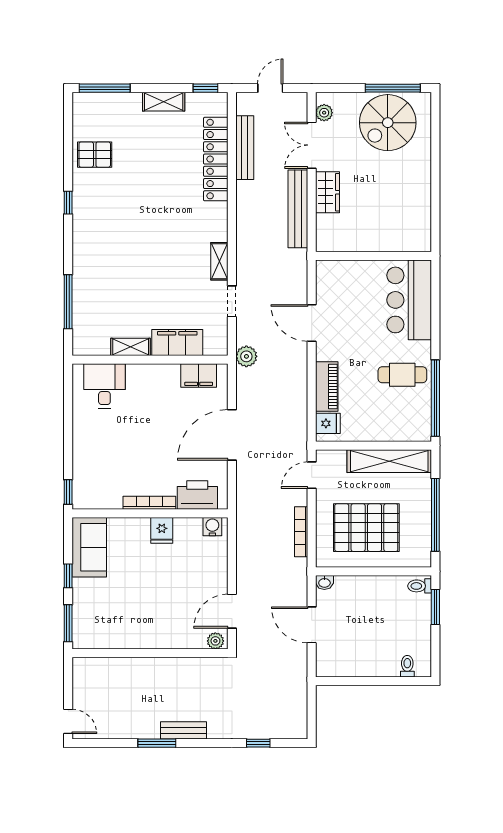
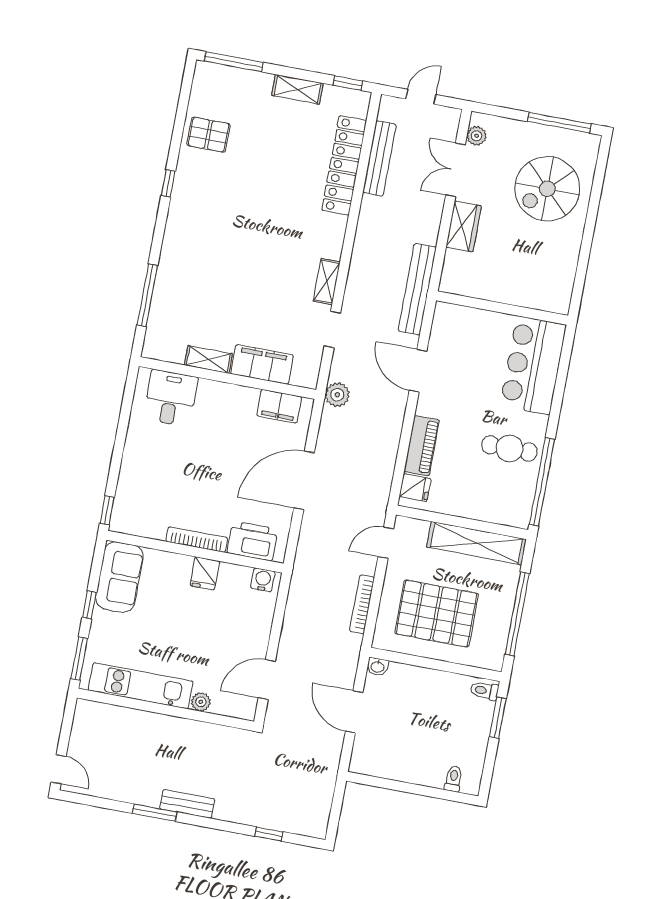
spiral stairs: (388, 123) -> (547, 189), moved
bench: (298, 209) -> (417, 289), moved
kitchen unit: (125, 637) -> (141, 686), added
plant: (215, 641) -> (201, 702), moved

